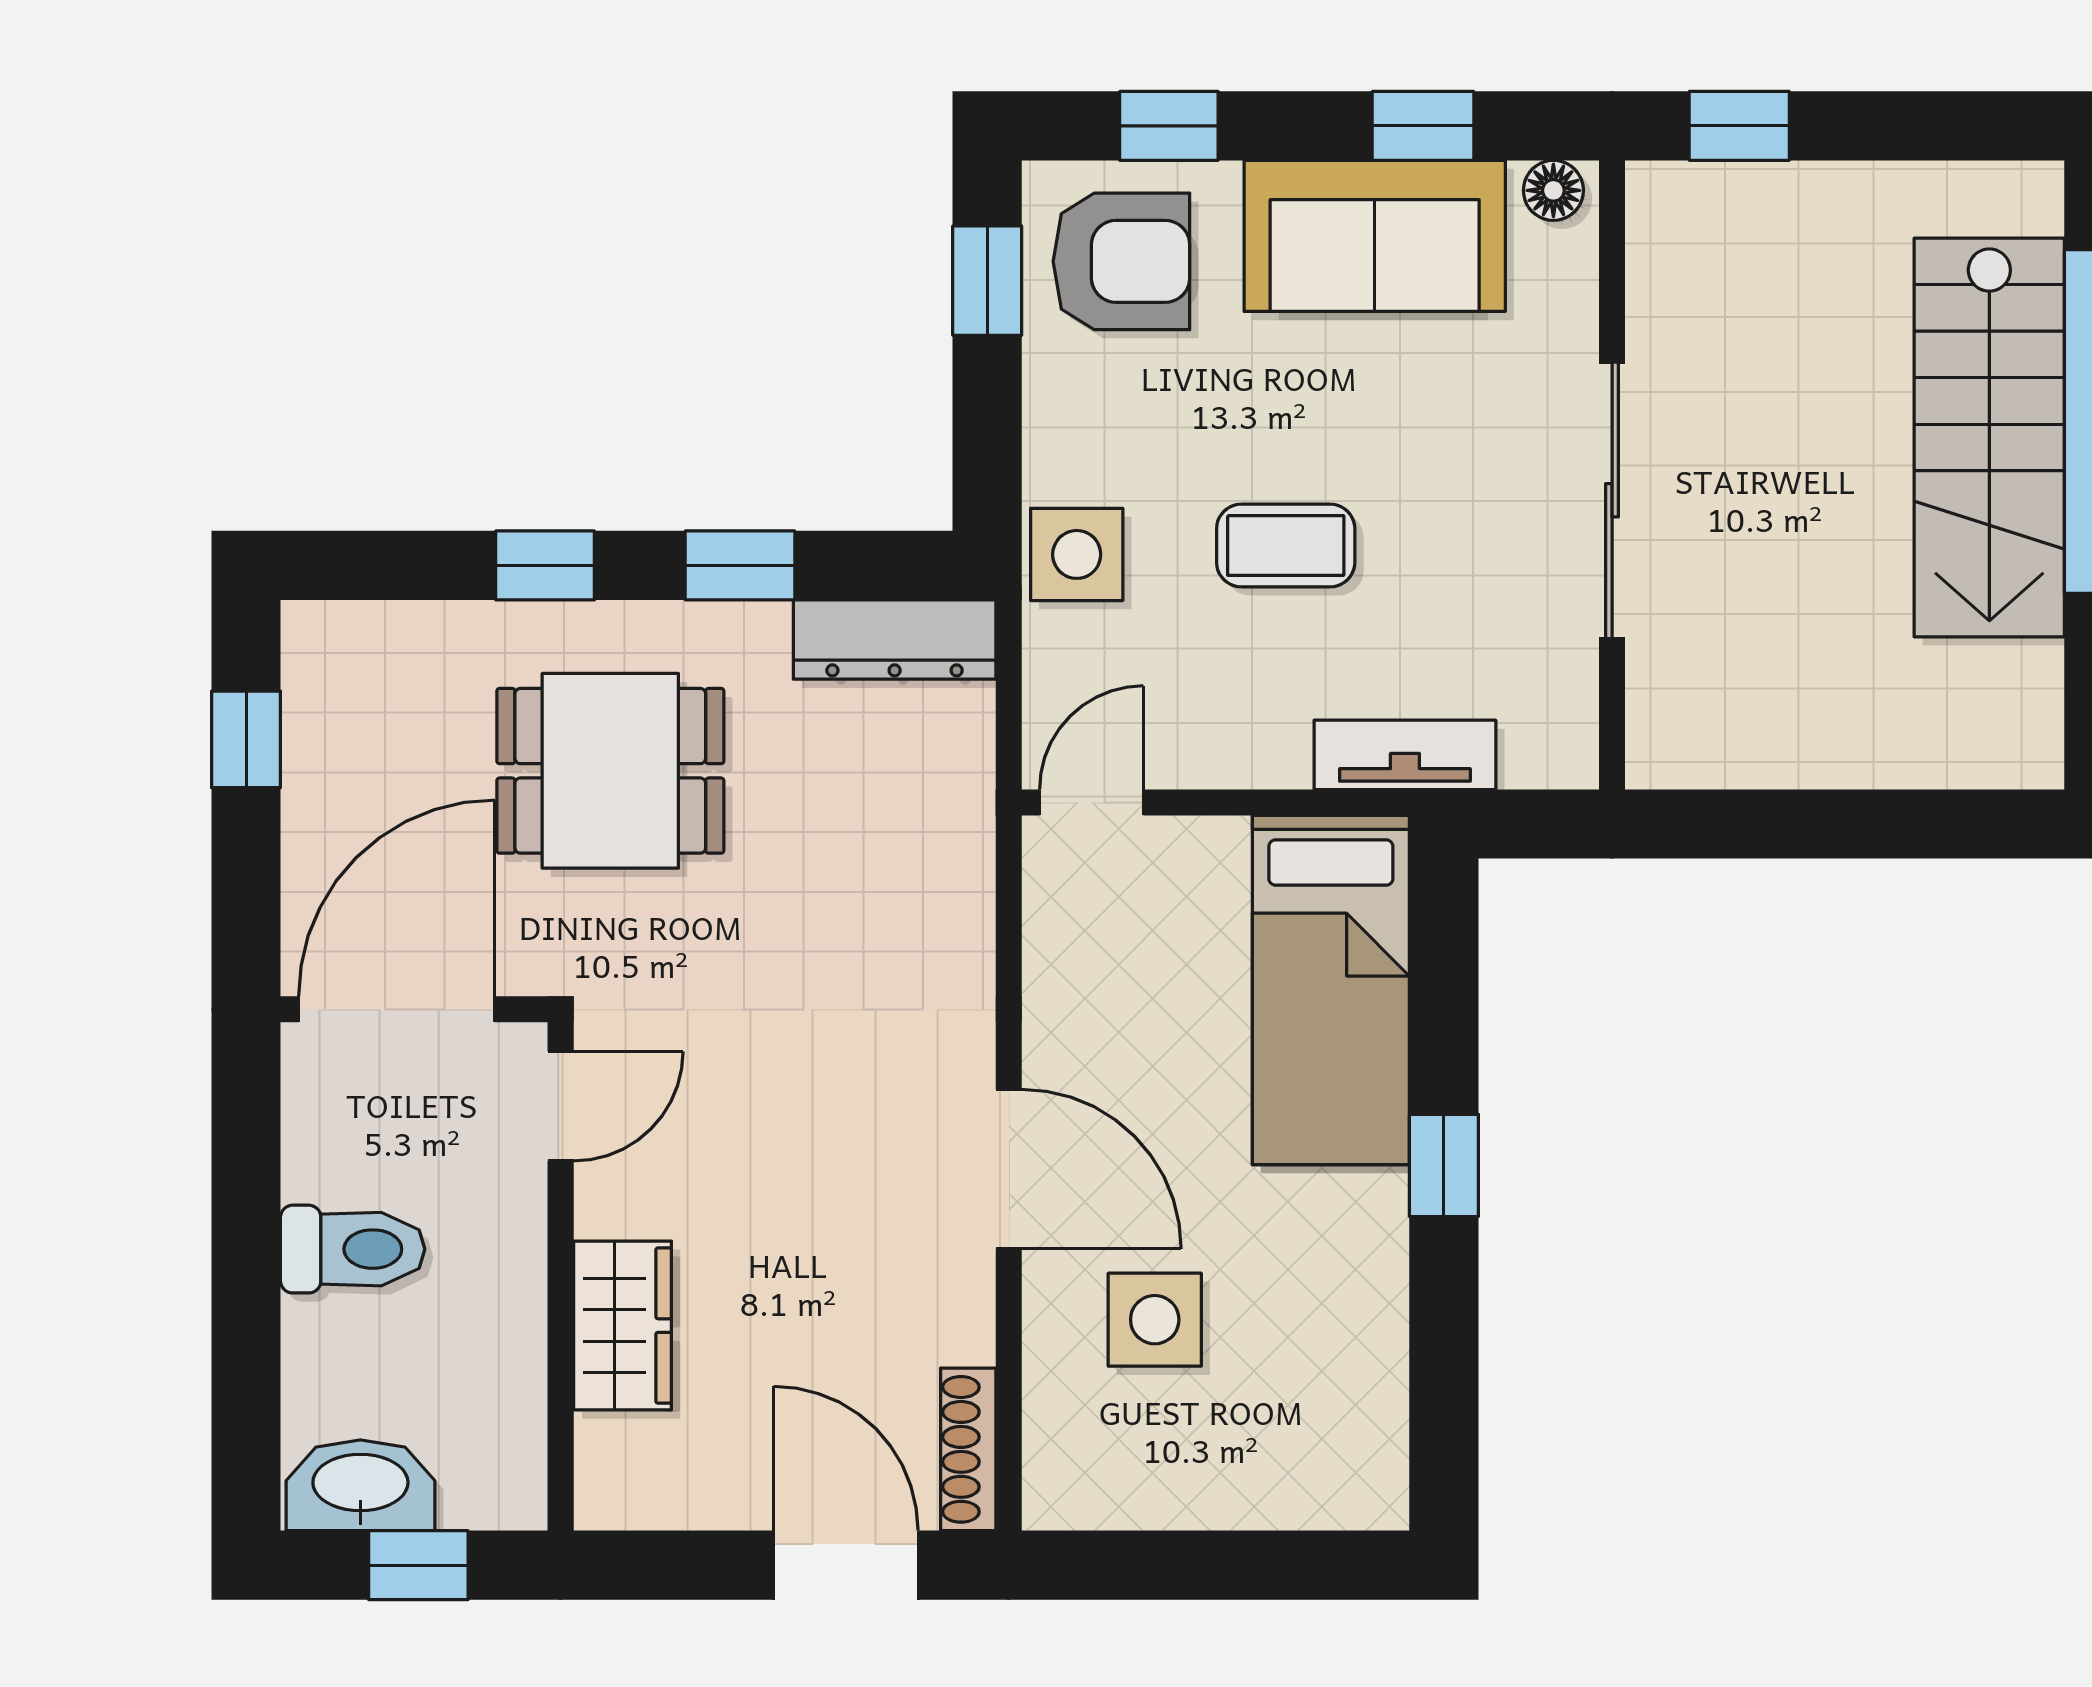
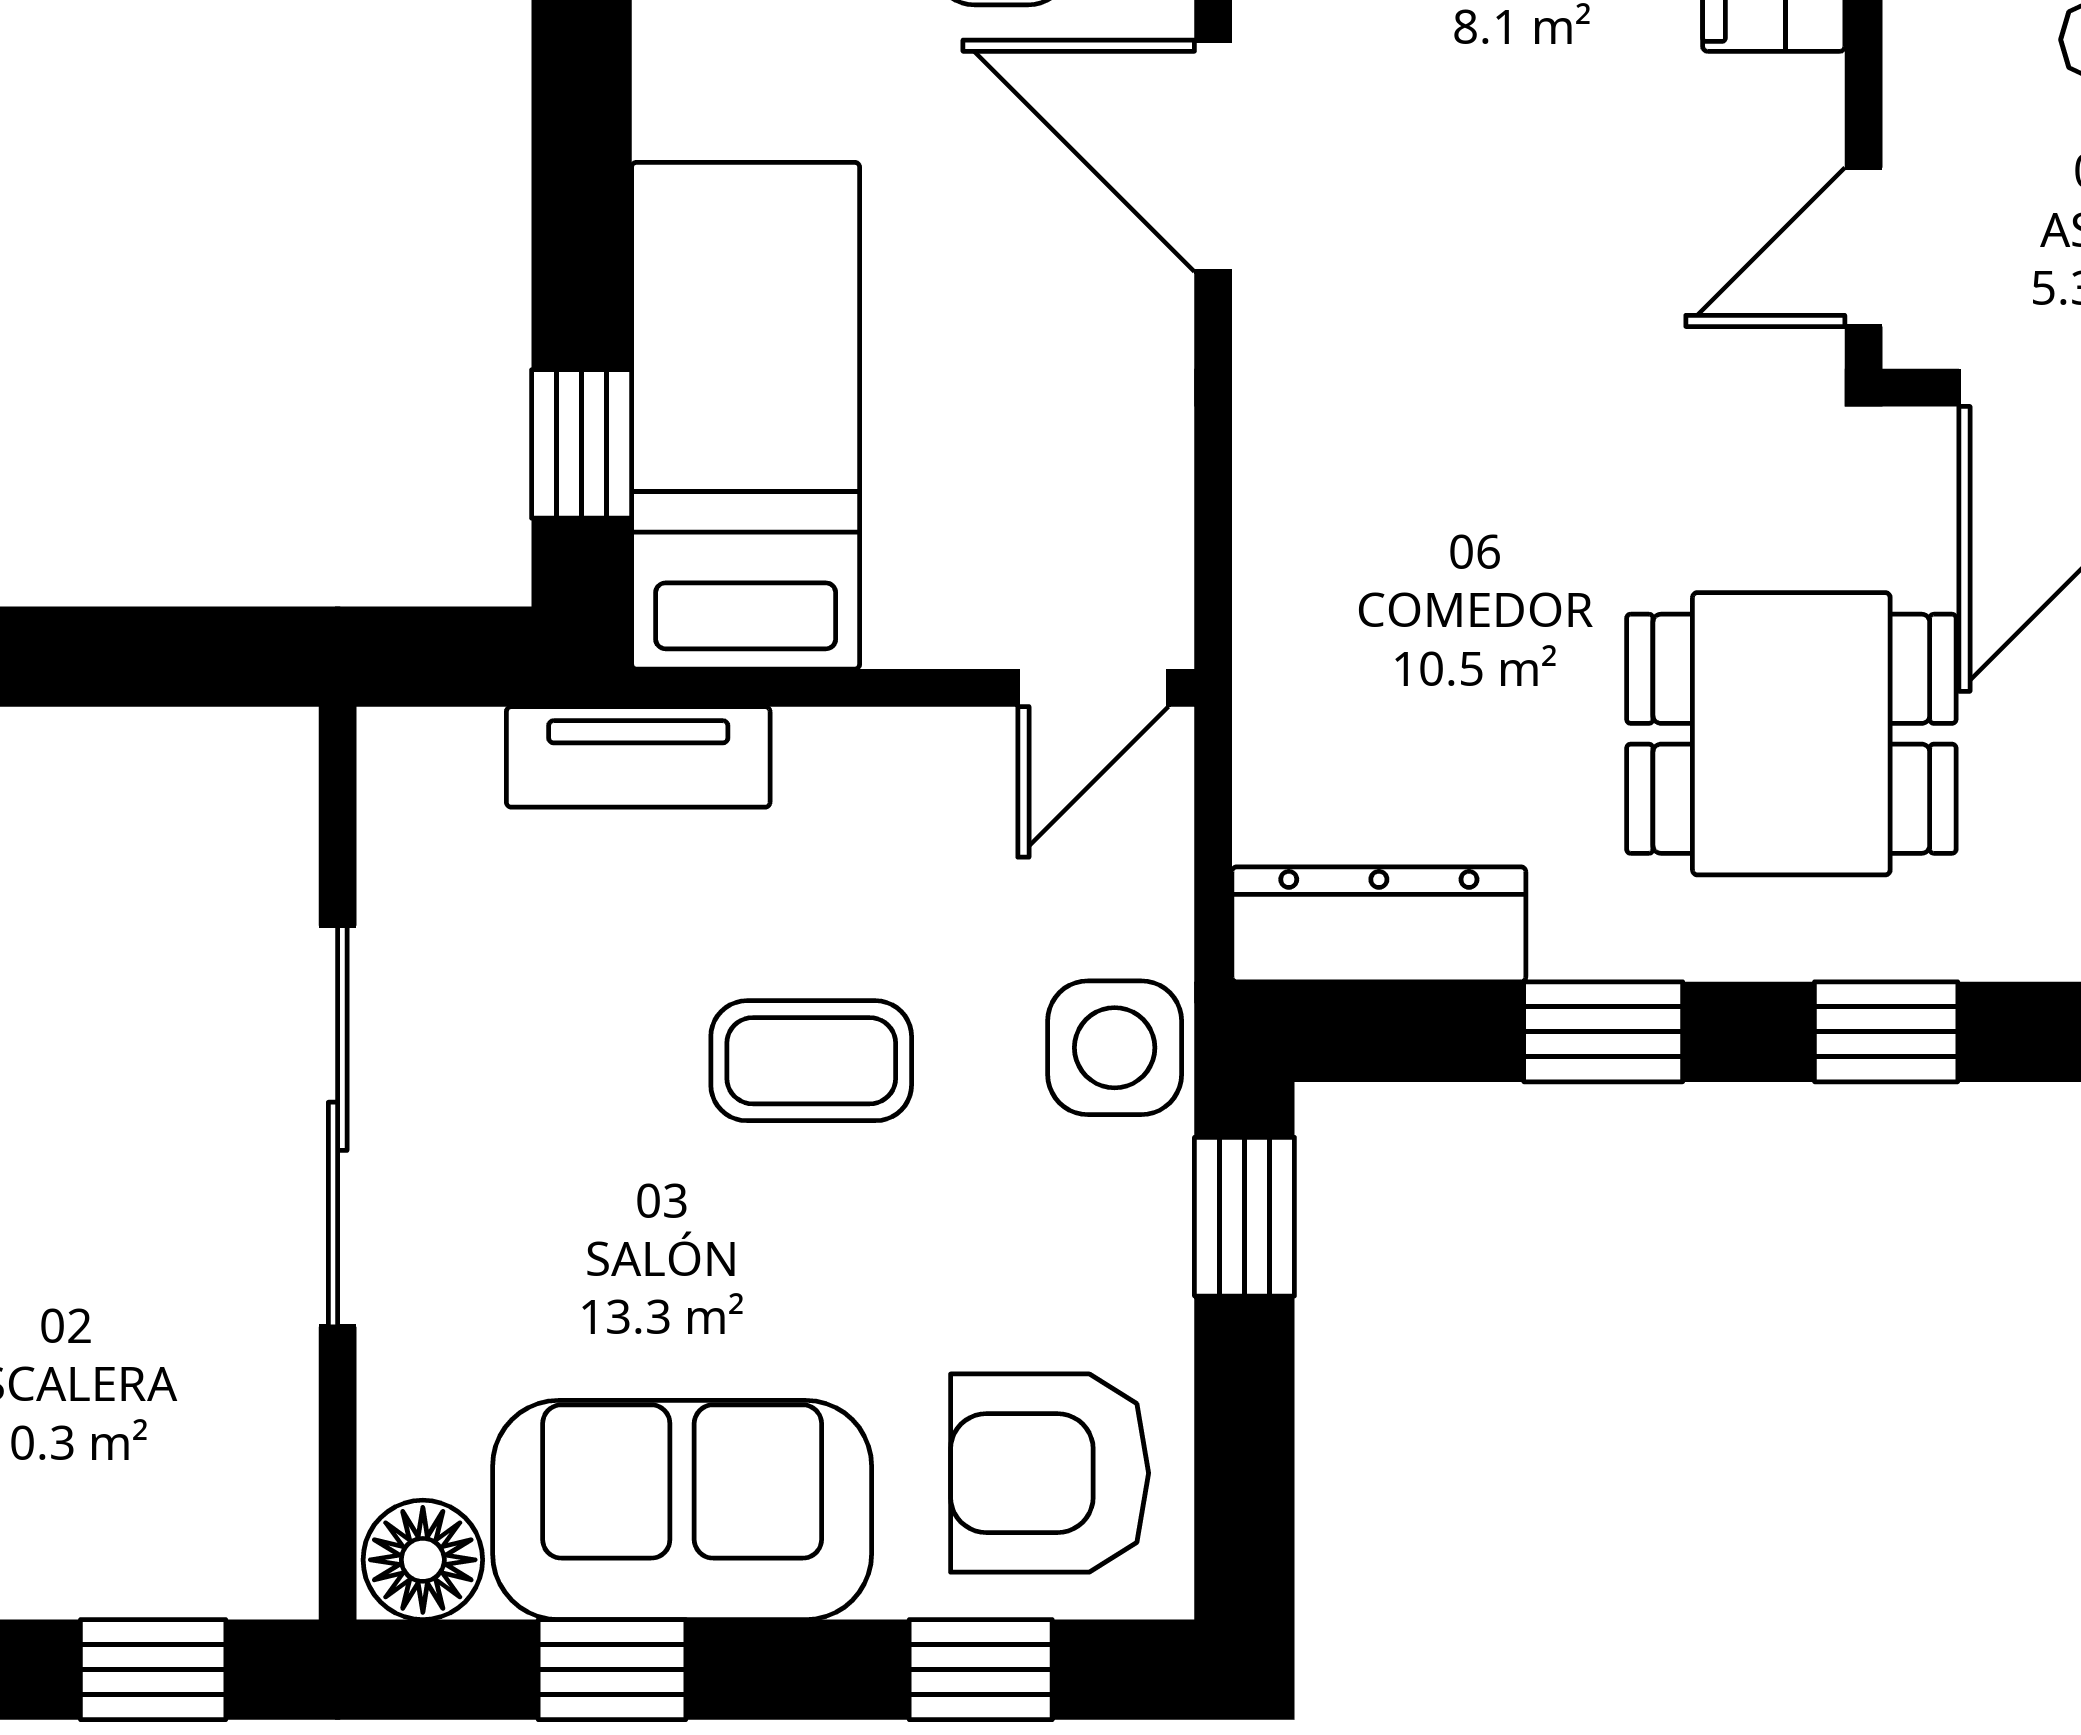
floor lamp: (1553, 190) -> (423, 1560), width x1.37, depth x1.37
window: (987, 281) -> (1244, 1217), moved
window: (1444, 1165) -> (582, 444), moved

